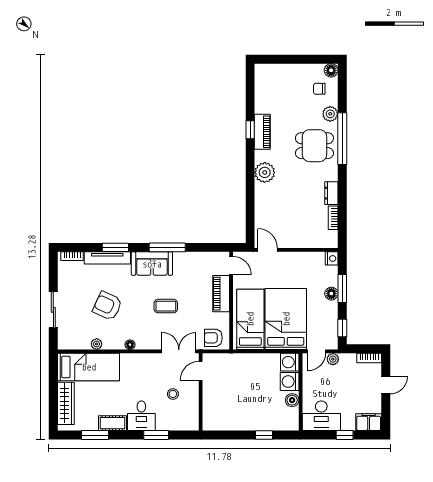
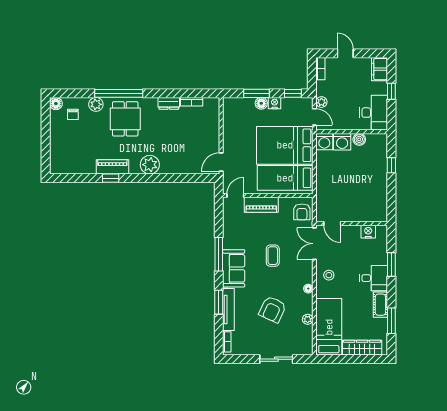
nightstand: (332, 258) -> (275, 103), moved
stool: (173, 394) -> (329, 275), moved
nightstand: (192, 410) -> (368, 232), added

